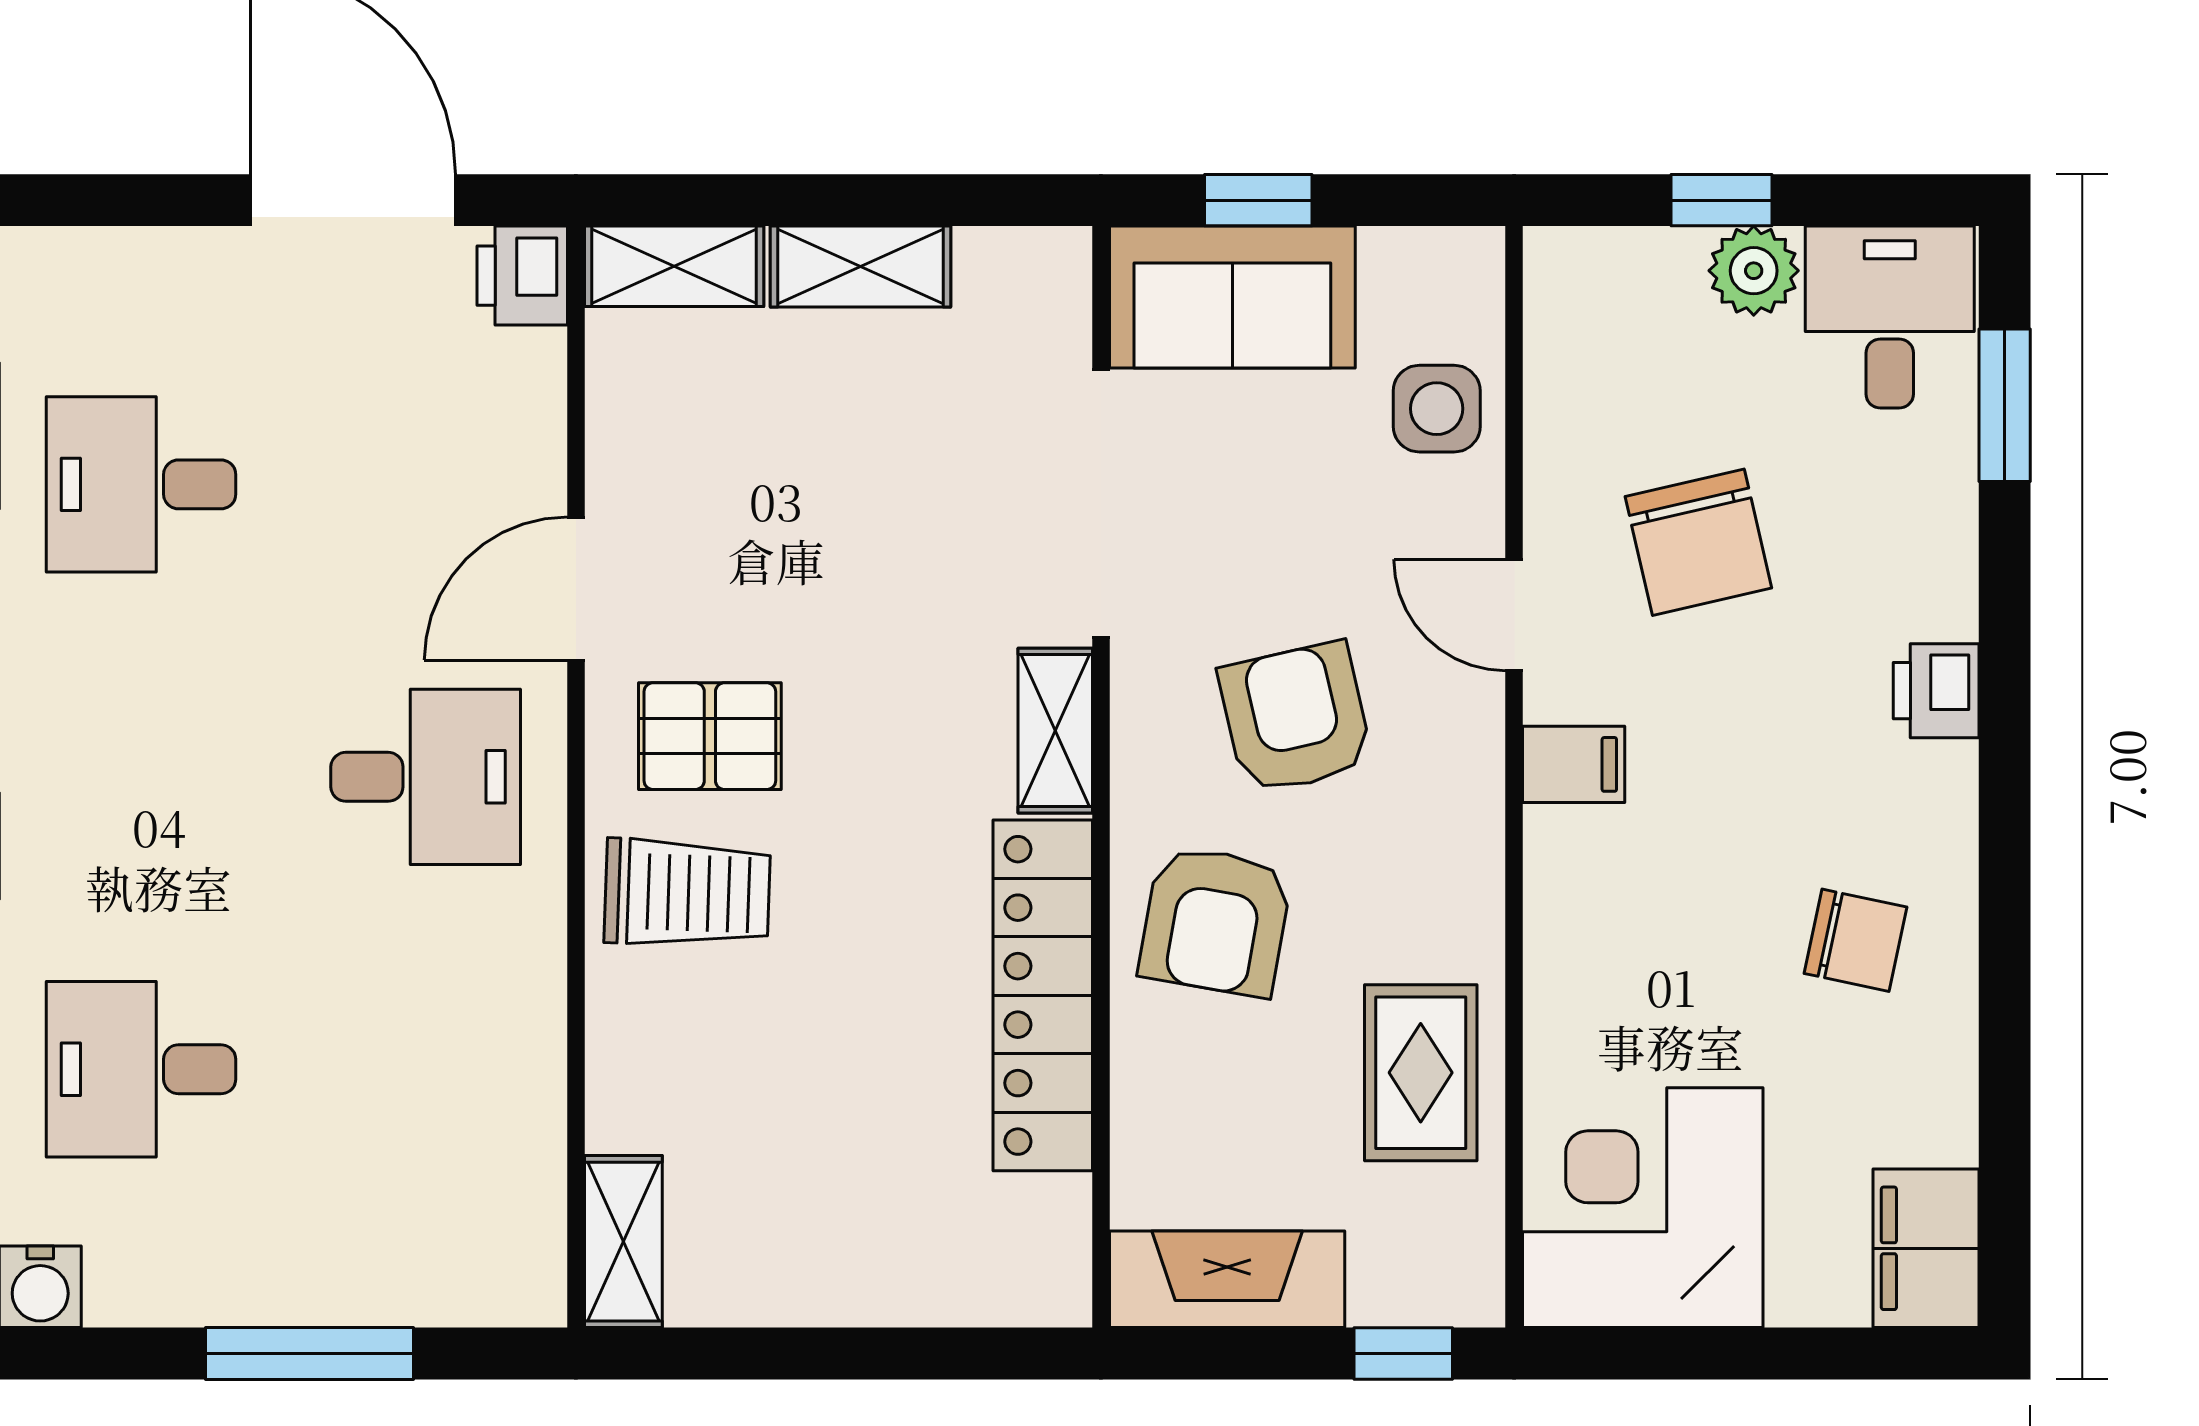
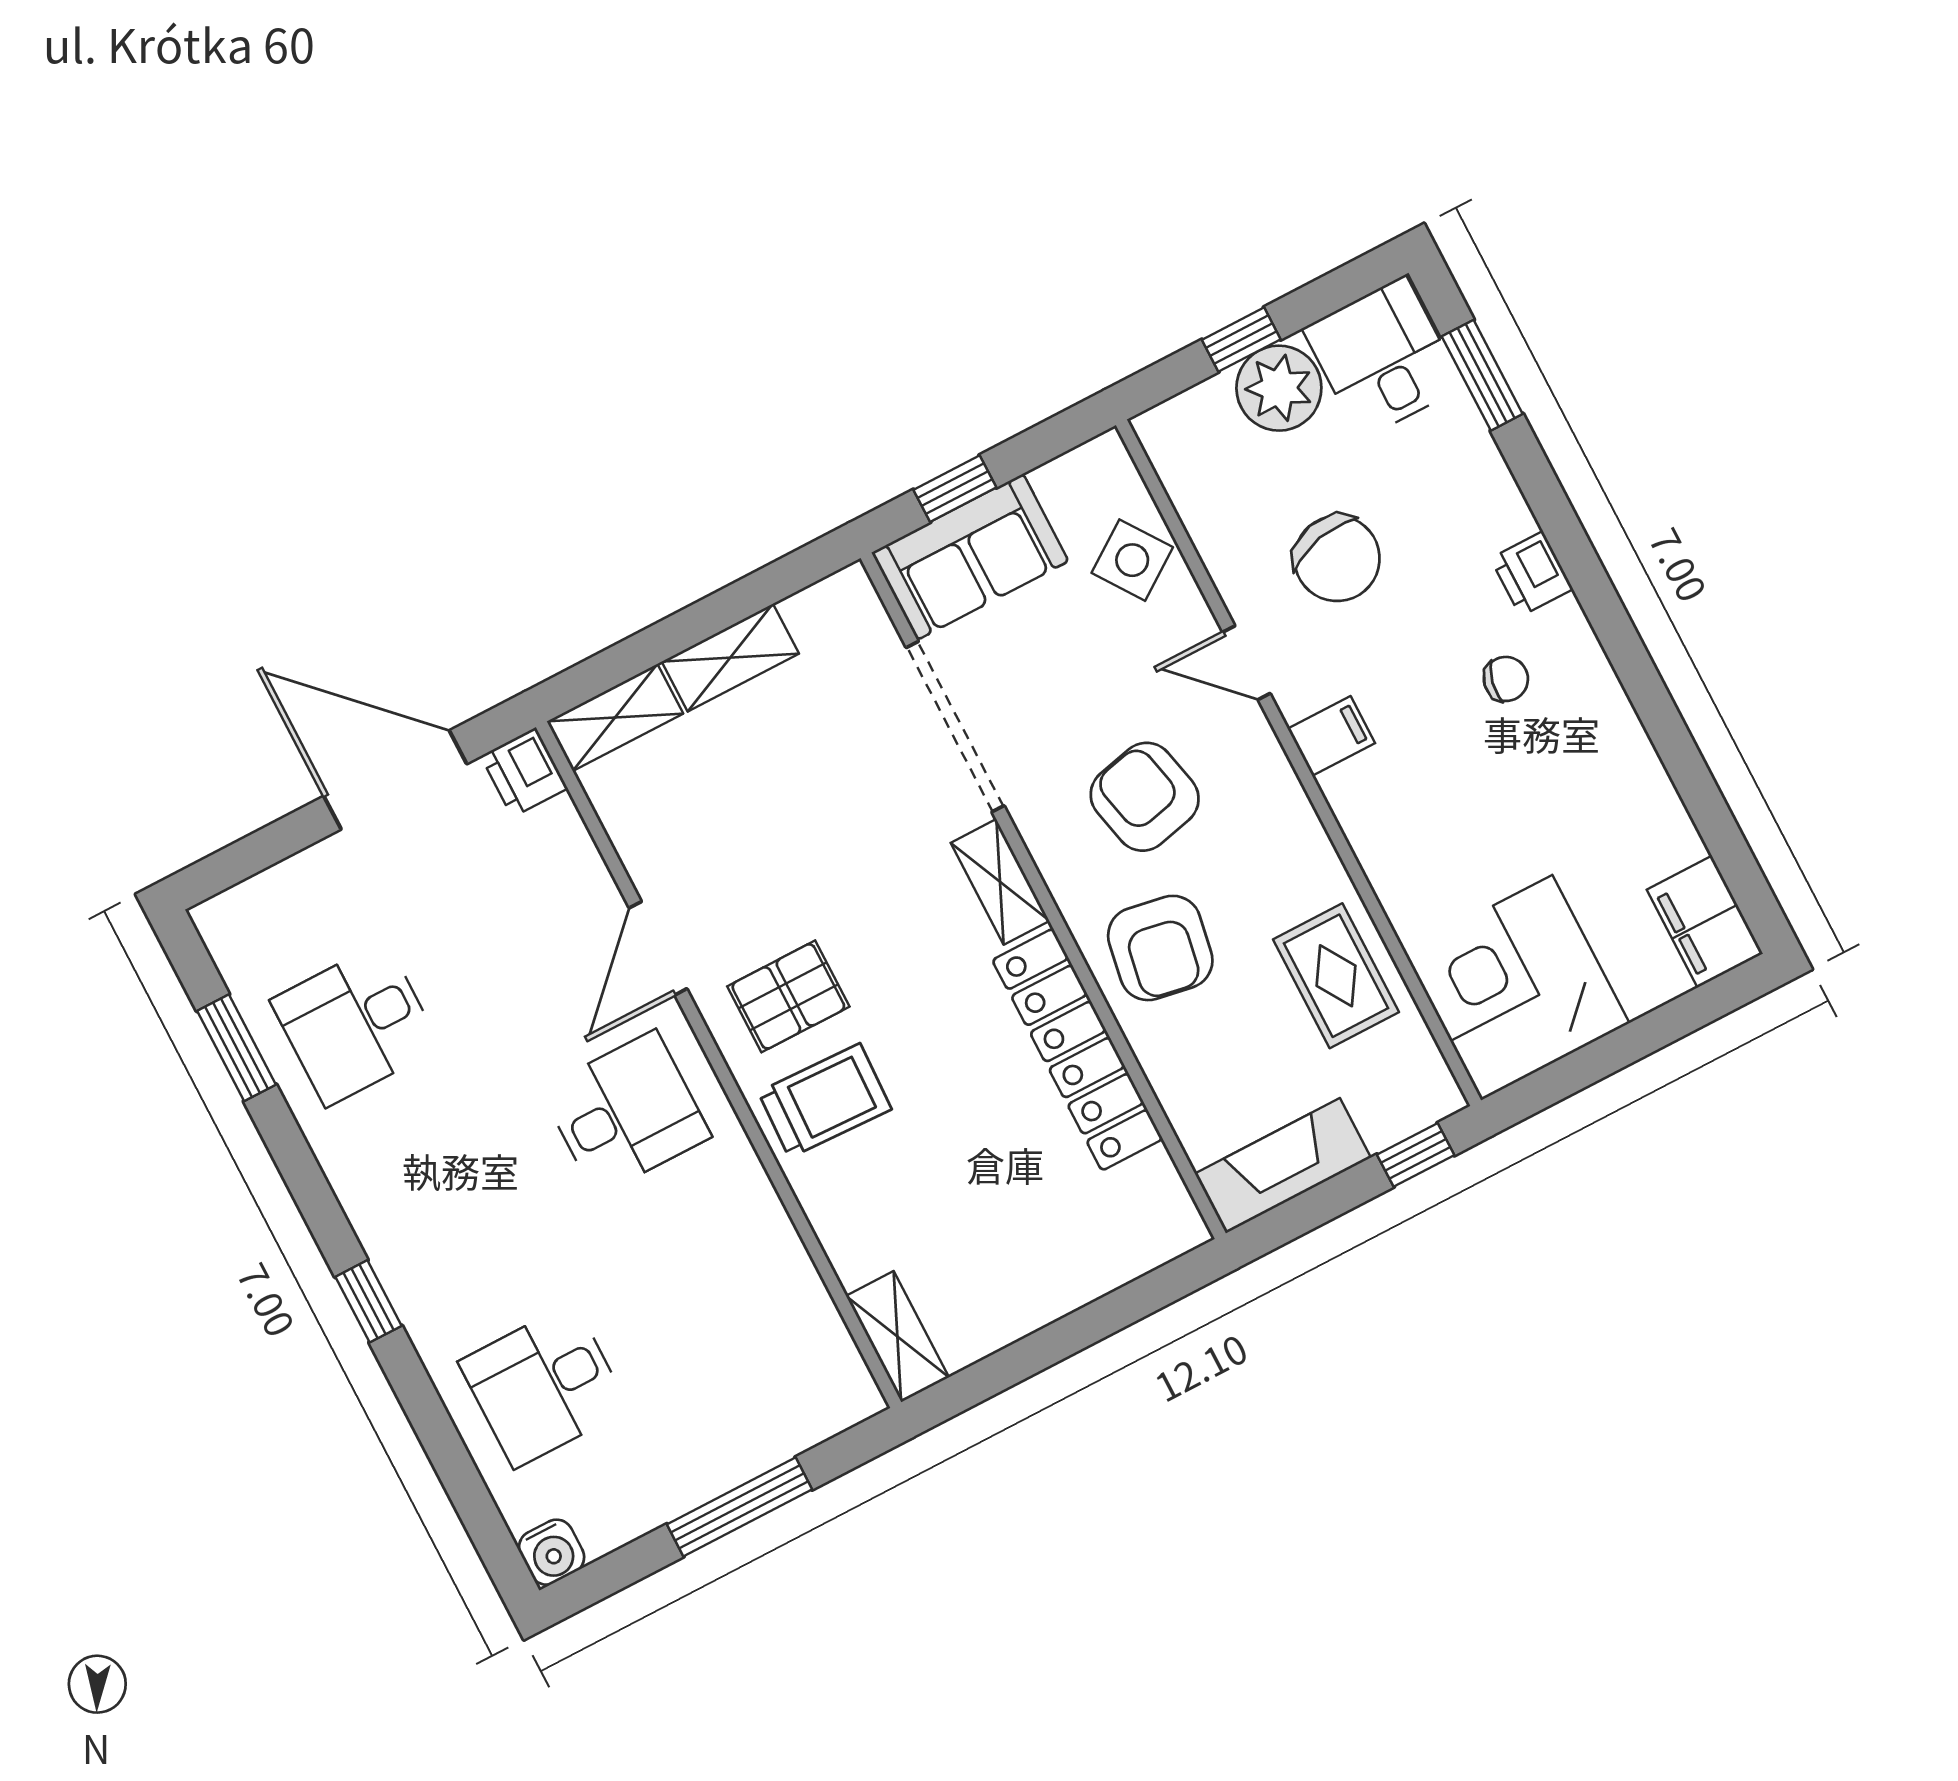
plant: (1754, 271) -> (1279, 388), width x1.36, depth x1.36
side table: (1437, 409) -> (1132, 560), turned -35
chair: (1856, 940) -> (1506, 679), moved, width x0.73, depth x0.73

